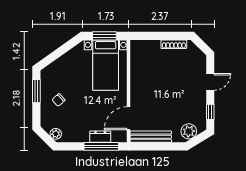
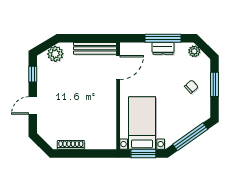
window: (60, 52) -> (190, 137), added
window: (36, 91) -> (214, 84), moved
dresser: (100, 137) -> (163, 48), moved
window: (101, 146) -> (163, 38), moved

